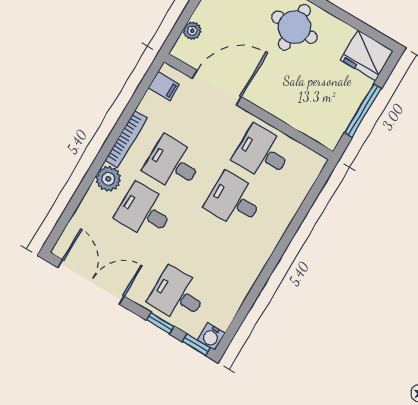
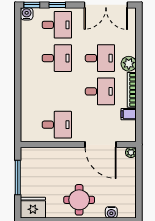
plant: (192, 31) -> (131, 152), moved
filing cabinet: (164, 86) -> (129, 114), moved
door: (217, 88) -> (101, 144), hinge flipped
desk: (234, 200) -> (57, 58), moved

